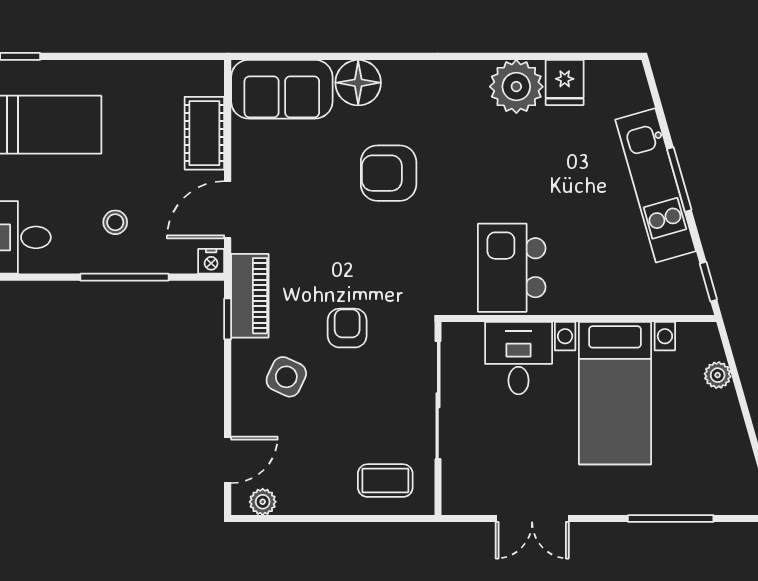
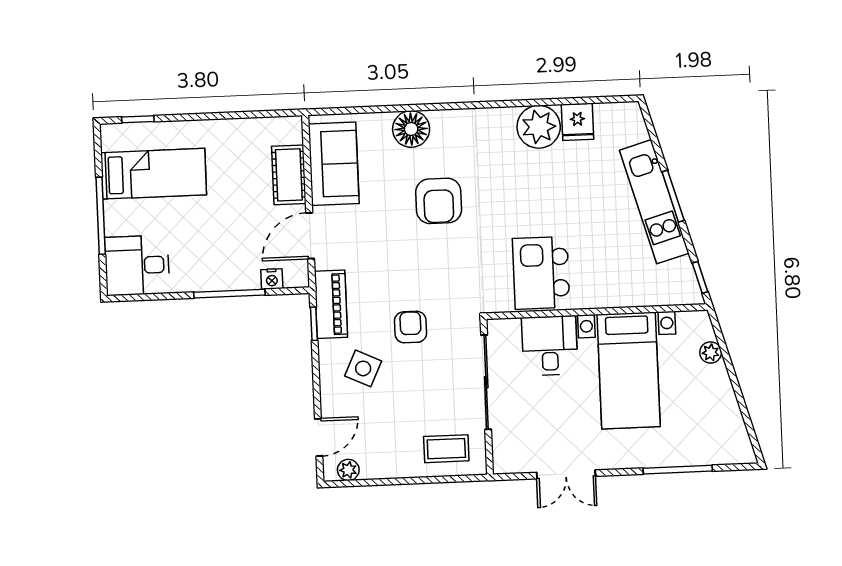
sofa: (282, 89) -> (334, 164), moved, turned -90
armchair: (389, 173) -> (439, 201), turned -90
stool: (115, 222) -> (220, 250), removed
nightstand: (211, 261) -> (272, 279), moved

